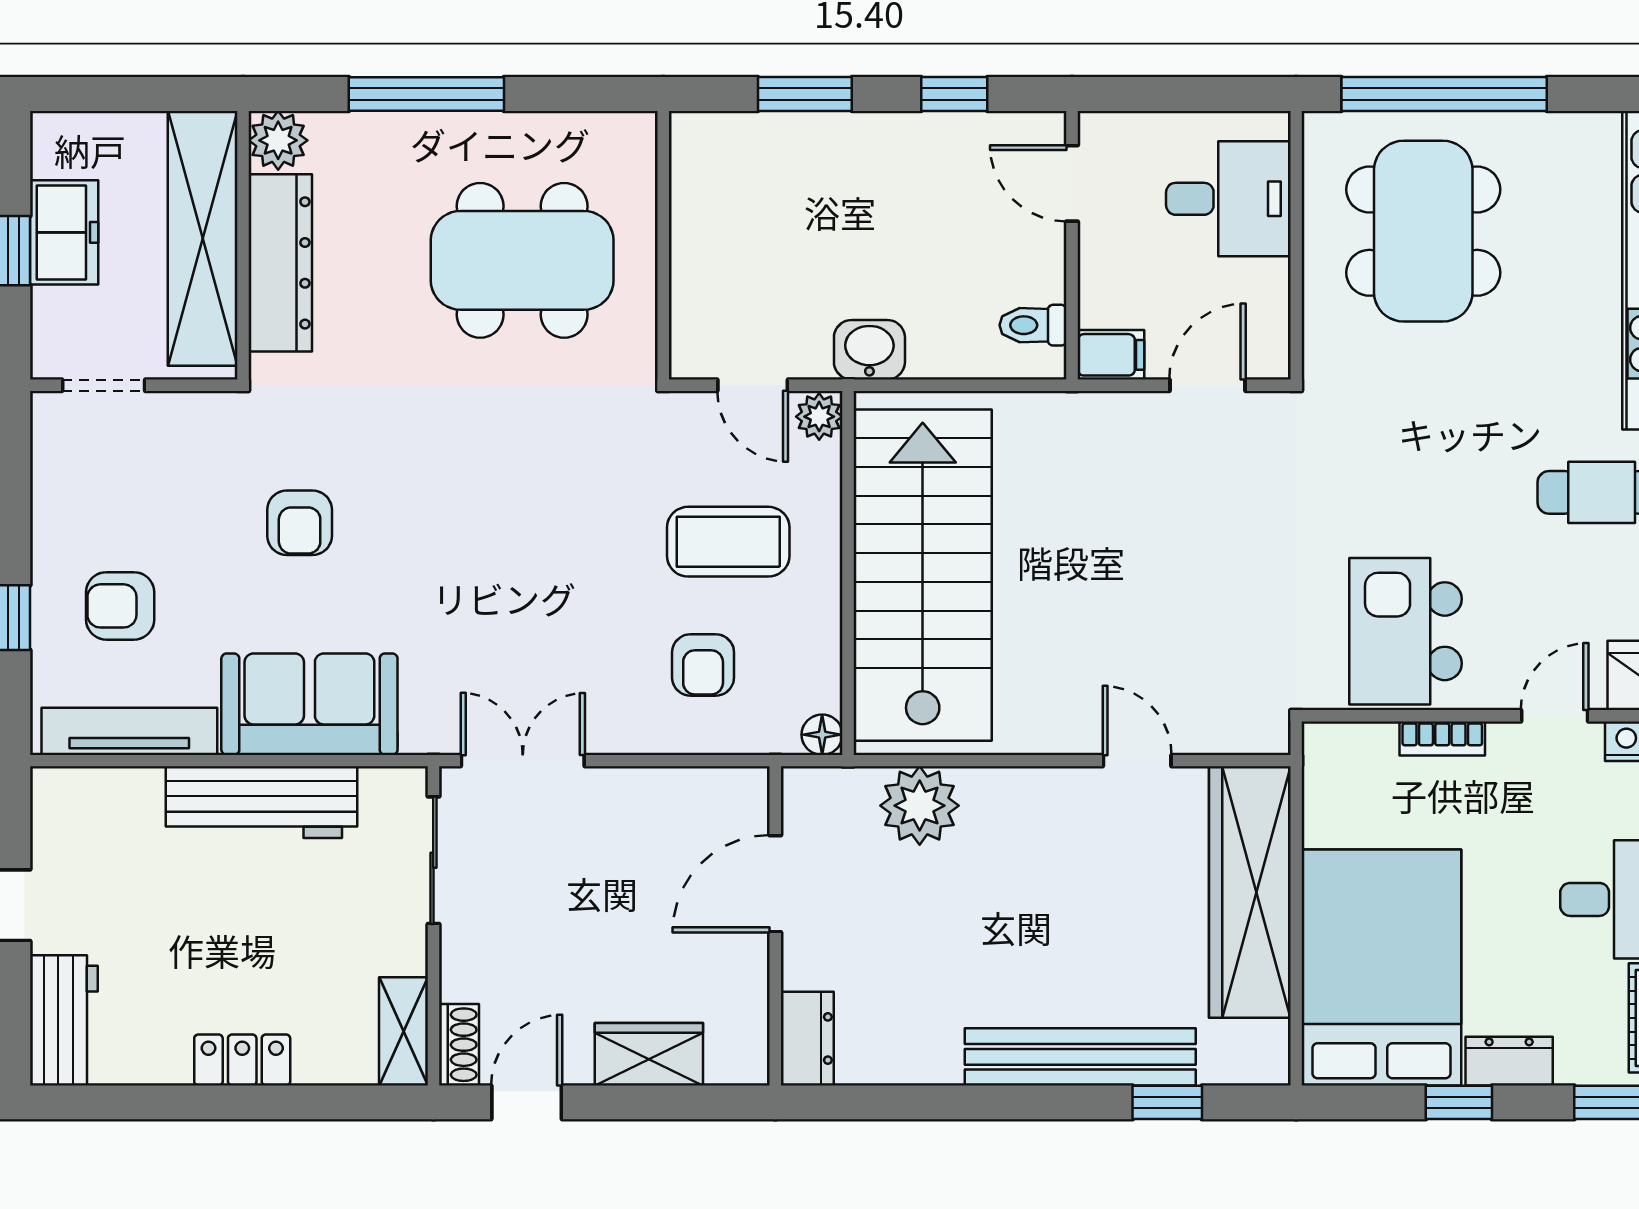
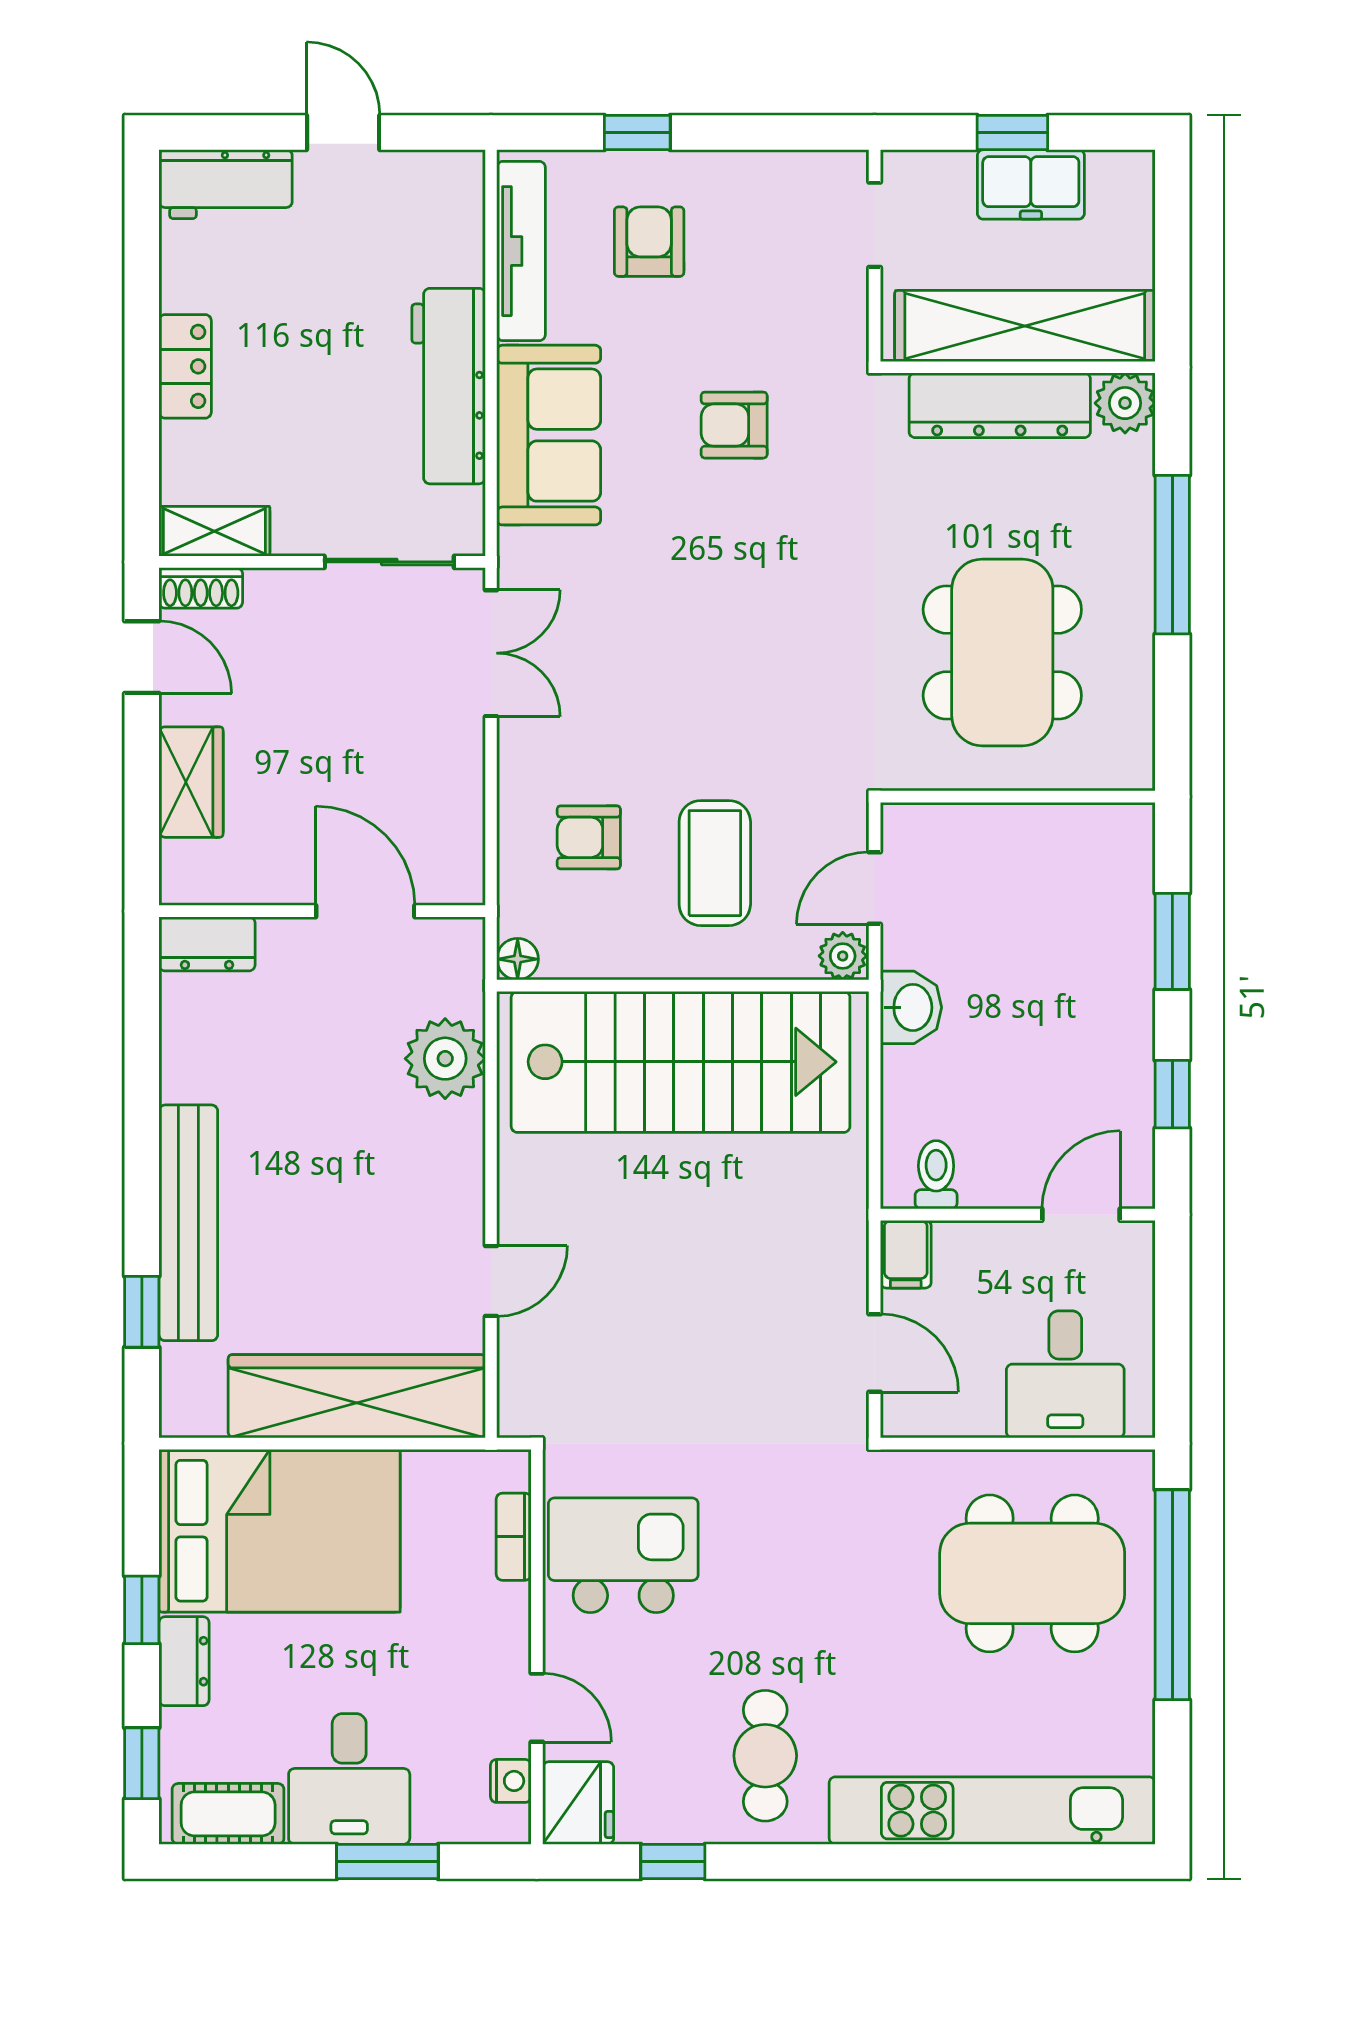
bookcase: (1442, 738) -> (514, 1537), moved

